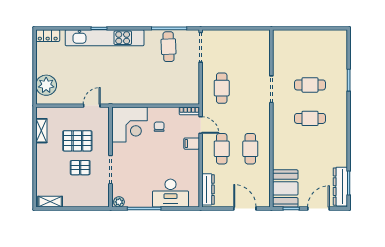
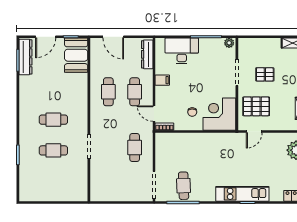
kitchen unit: (105, 38) -> (242, 194), width x0.73
pallet: (77, 141) -> (256, 106), moved
filing cabinet: (192, 144) -> (162, 80), moved

